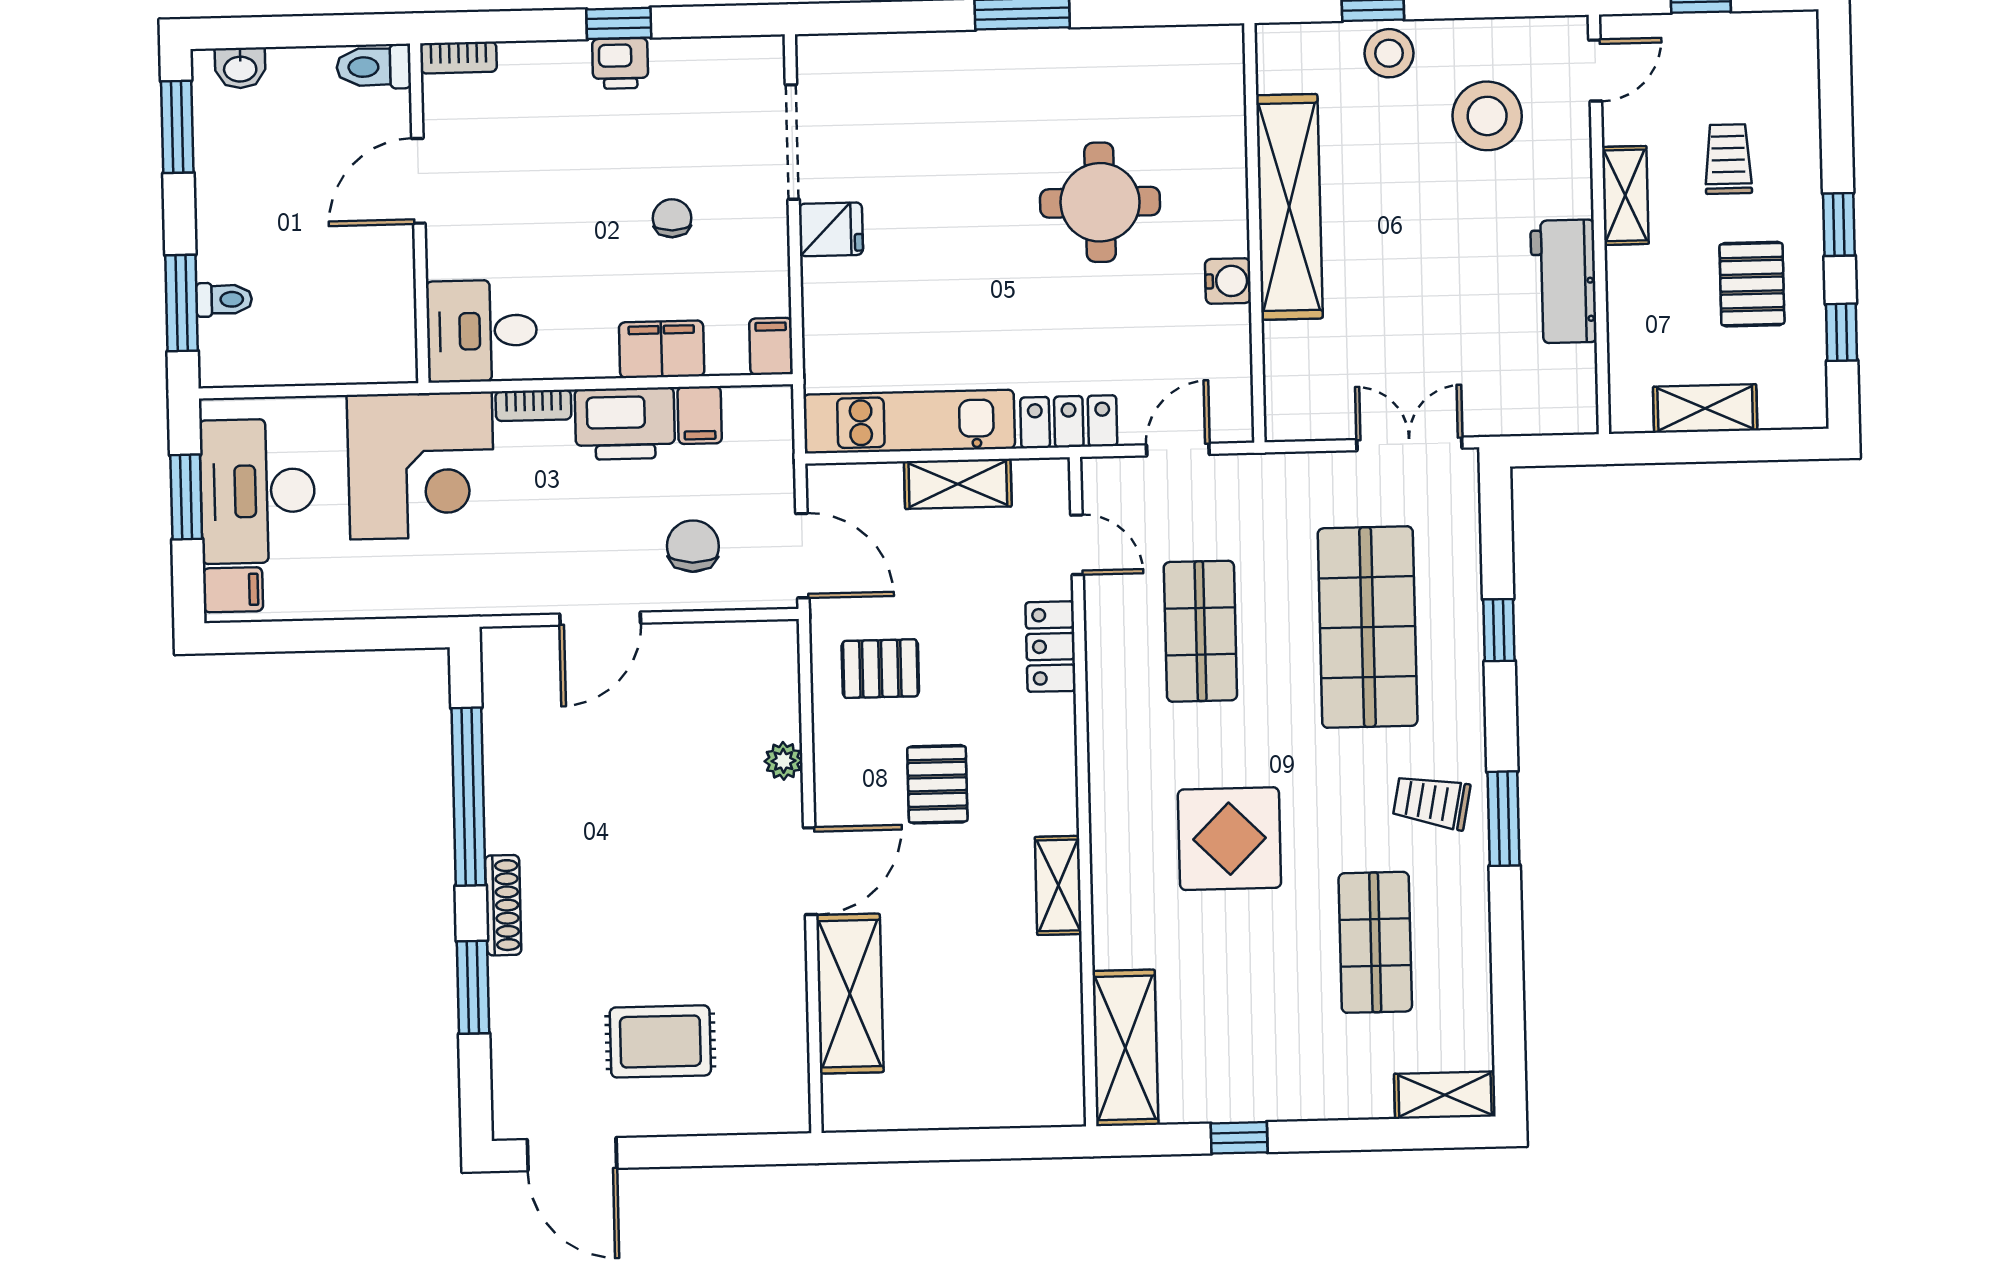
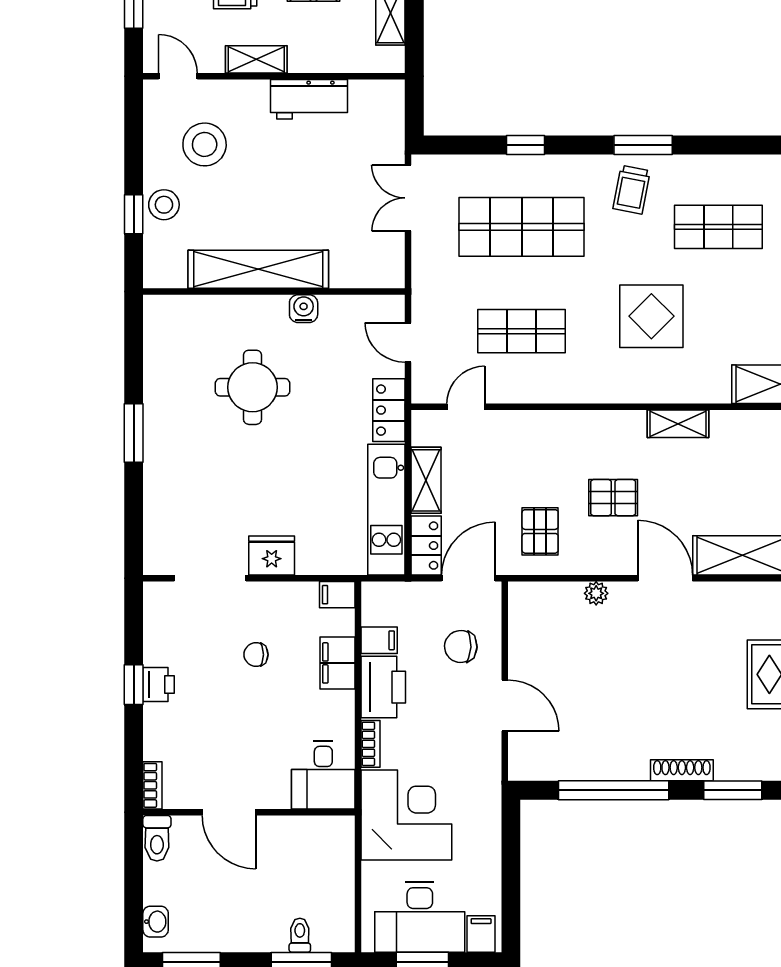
fridge: (831, 229) -> (272, 556), width x1.38
locker: (1051, 647) -> (426, 546), moved, turned -90

